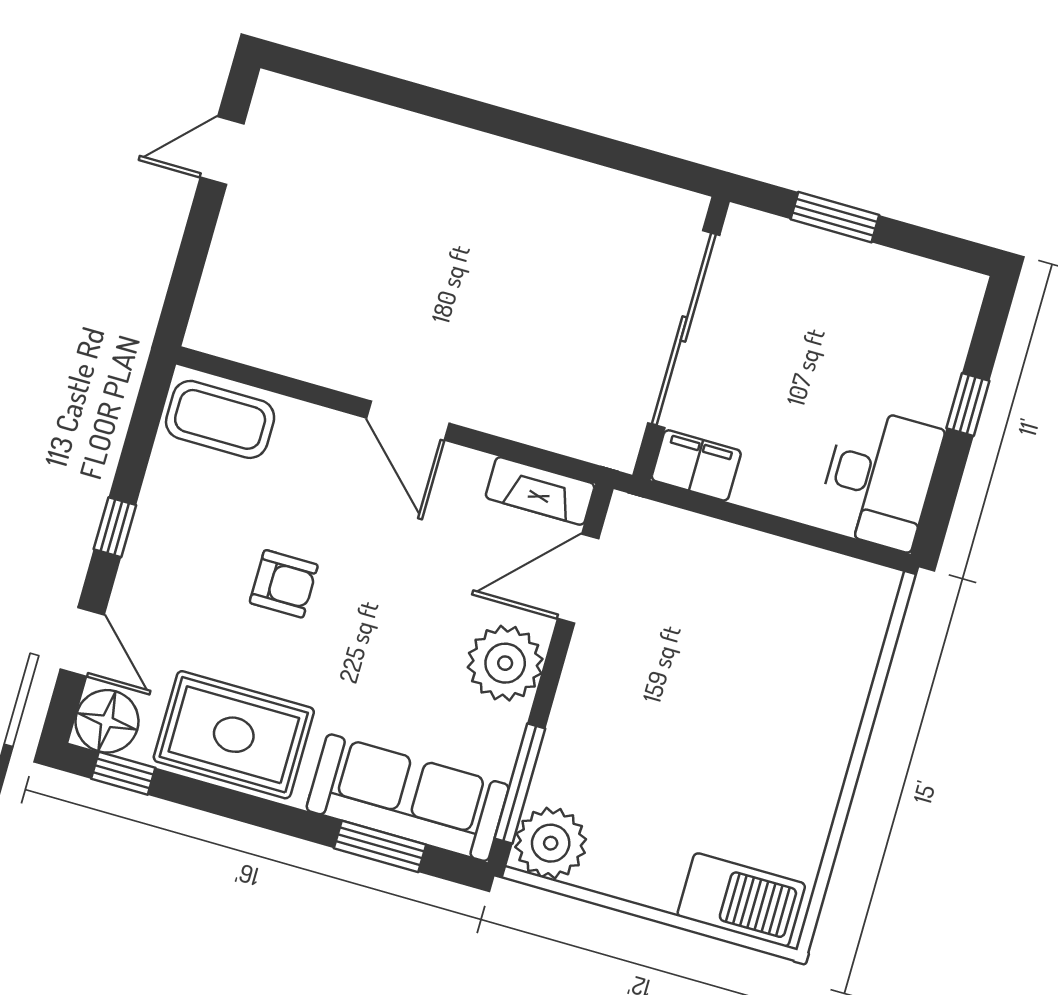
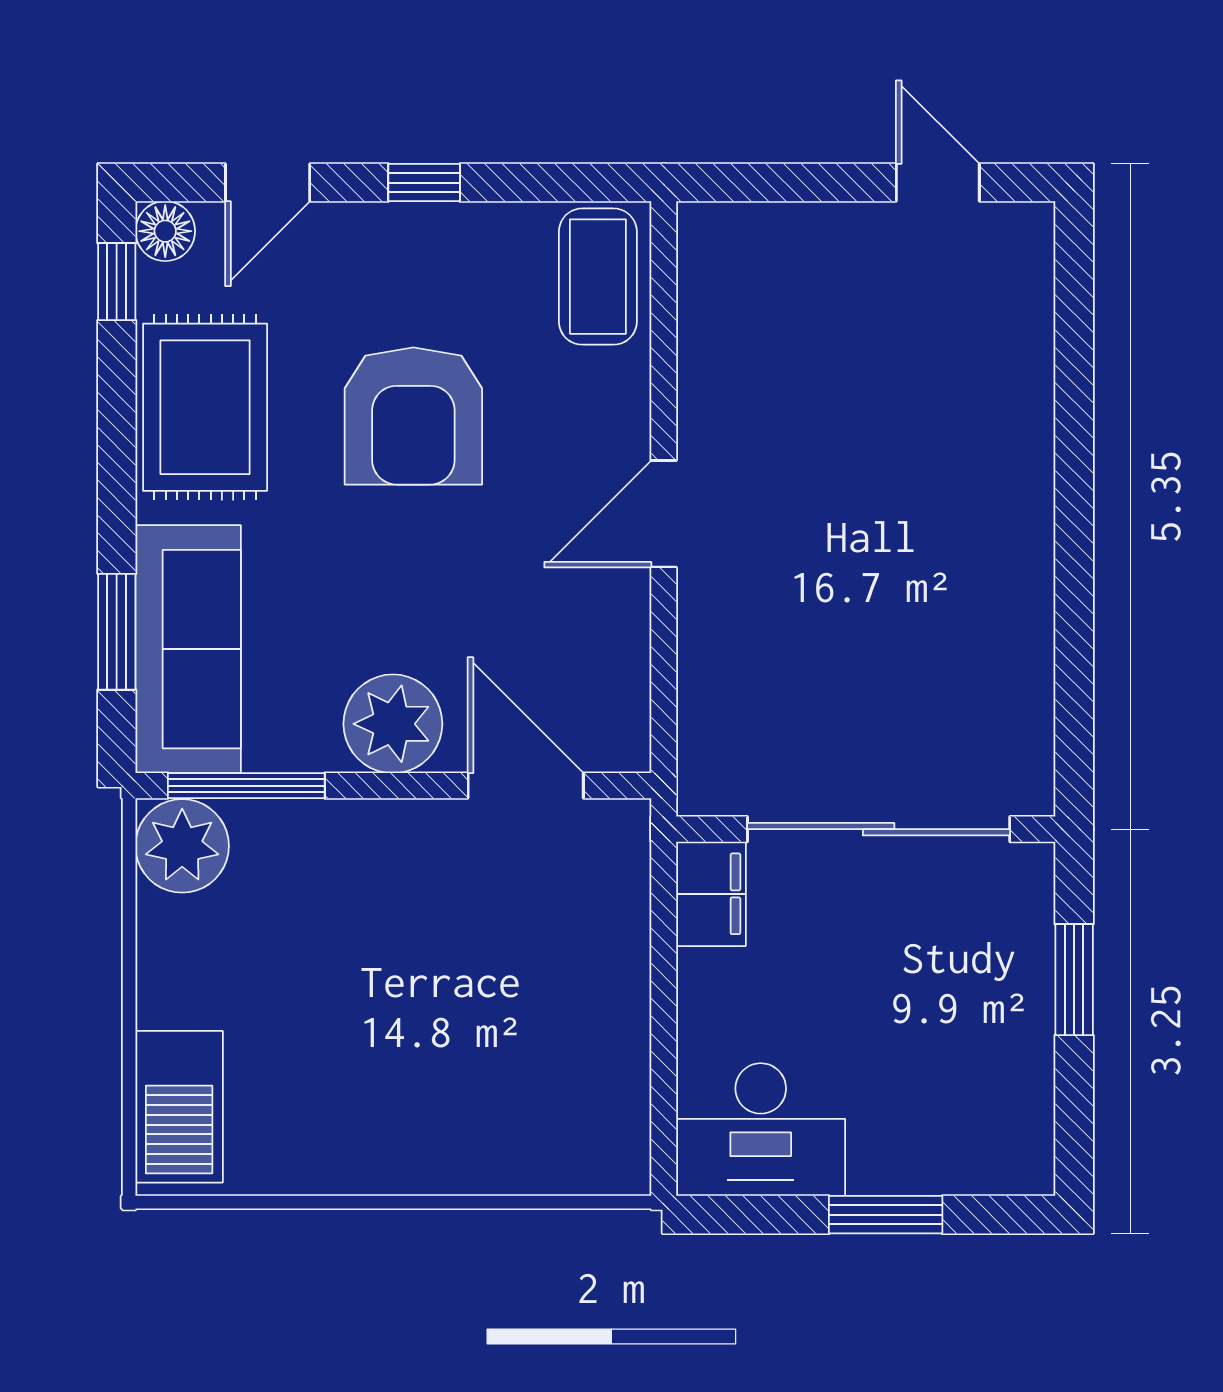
window: (968, 404) -> (886, 1215), width x1.50
fireplace: (540, 491) -> (623, 706), removed
armchair: (284, 584) -> (413, 416), width x1.88, depth x1.88
floor lamp: (107, 721) -> (165, 231), width x0.73, depth x0.73

